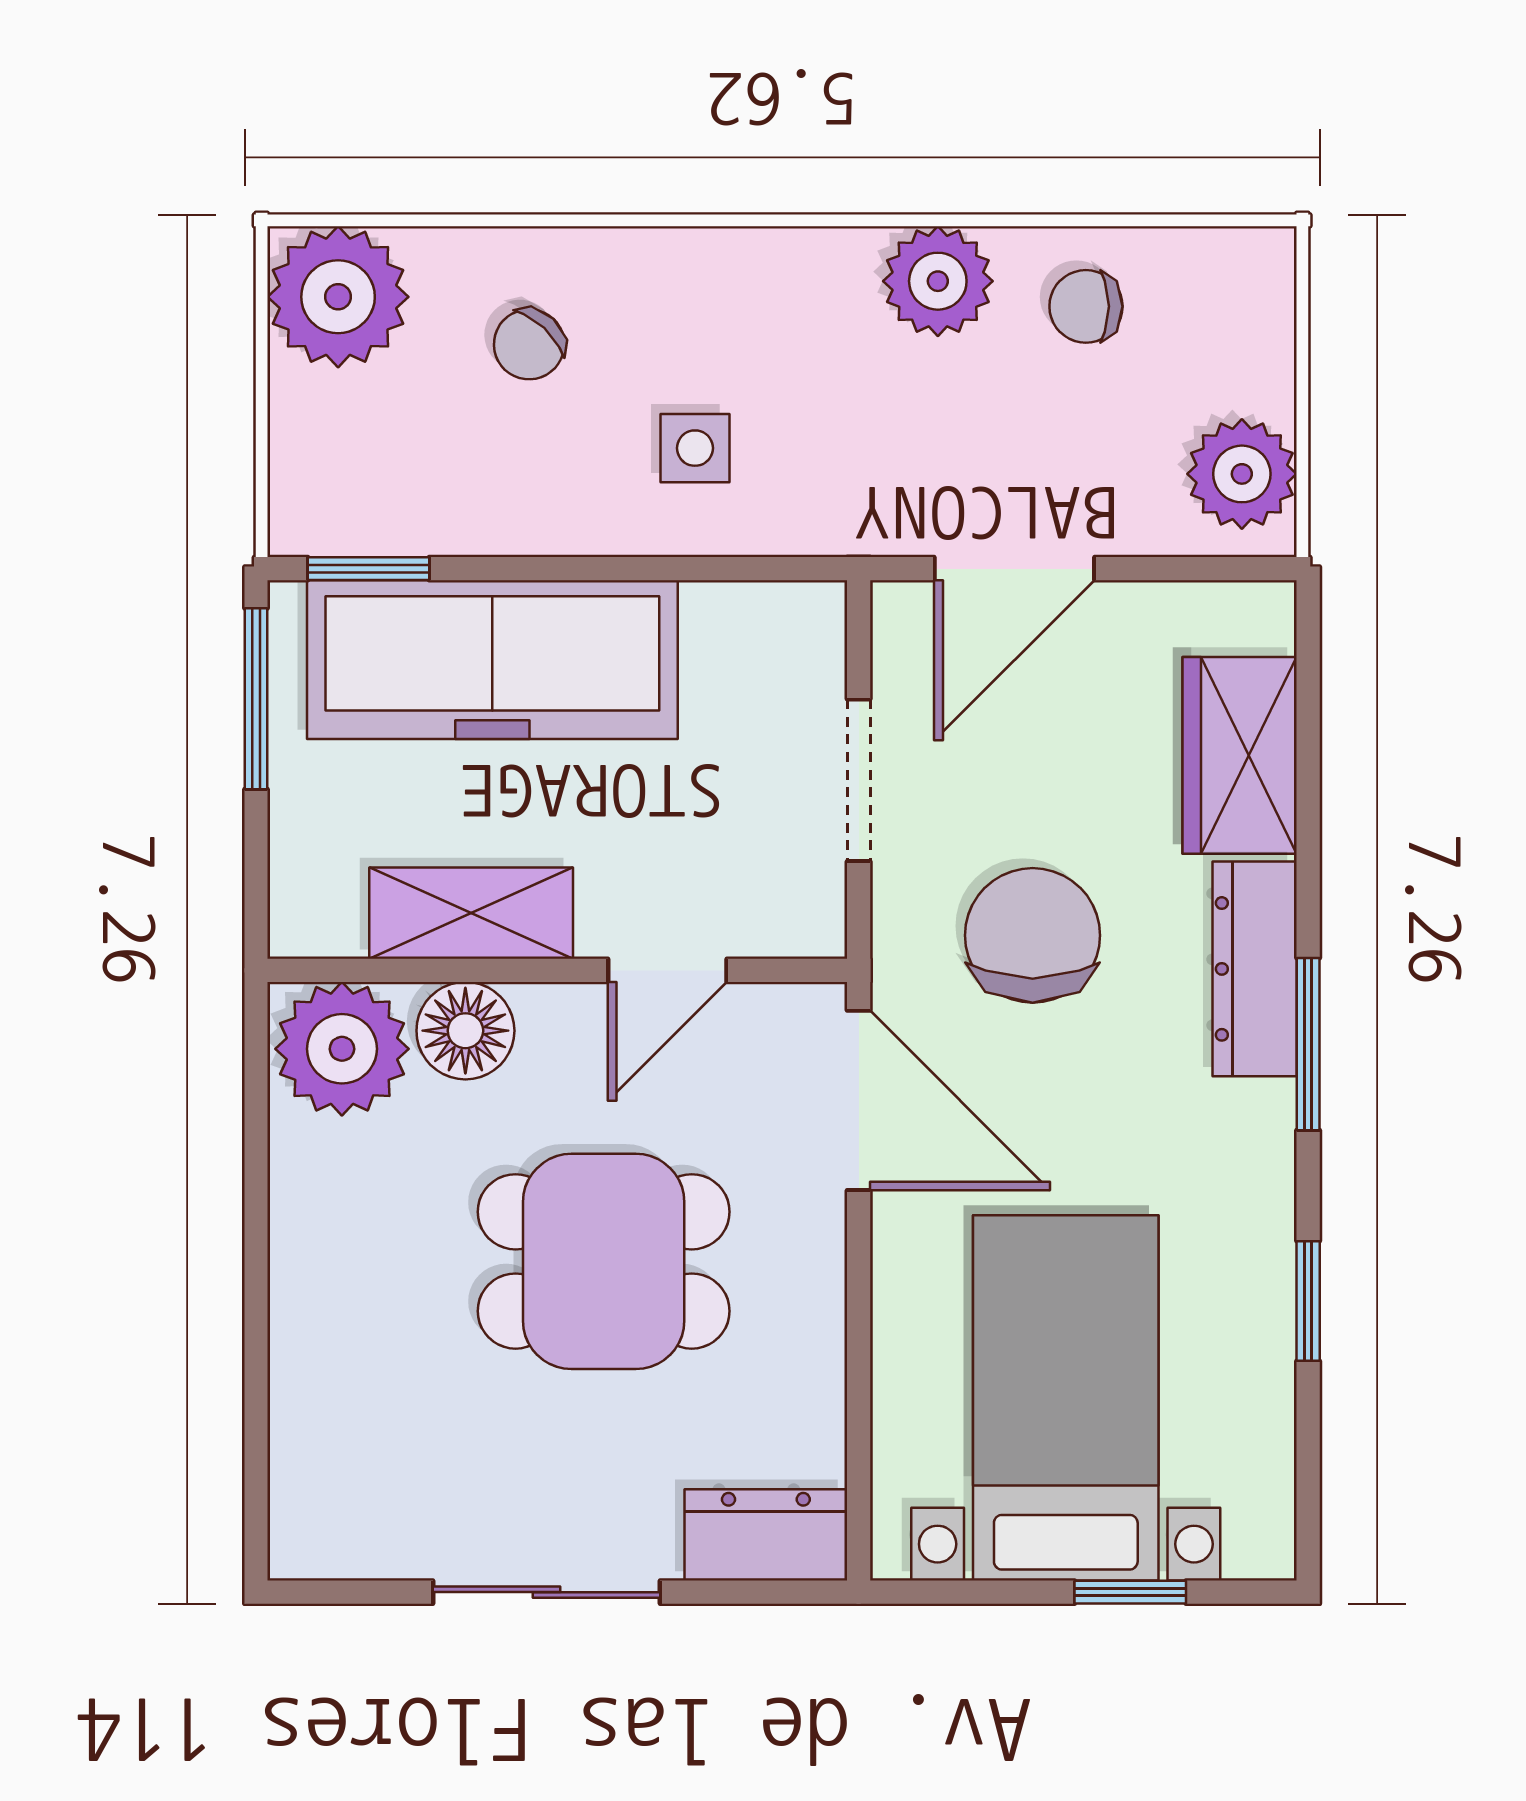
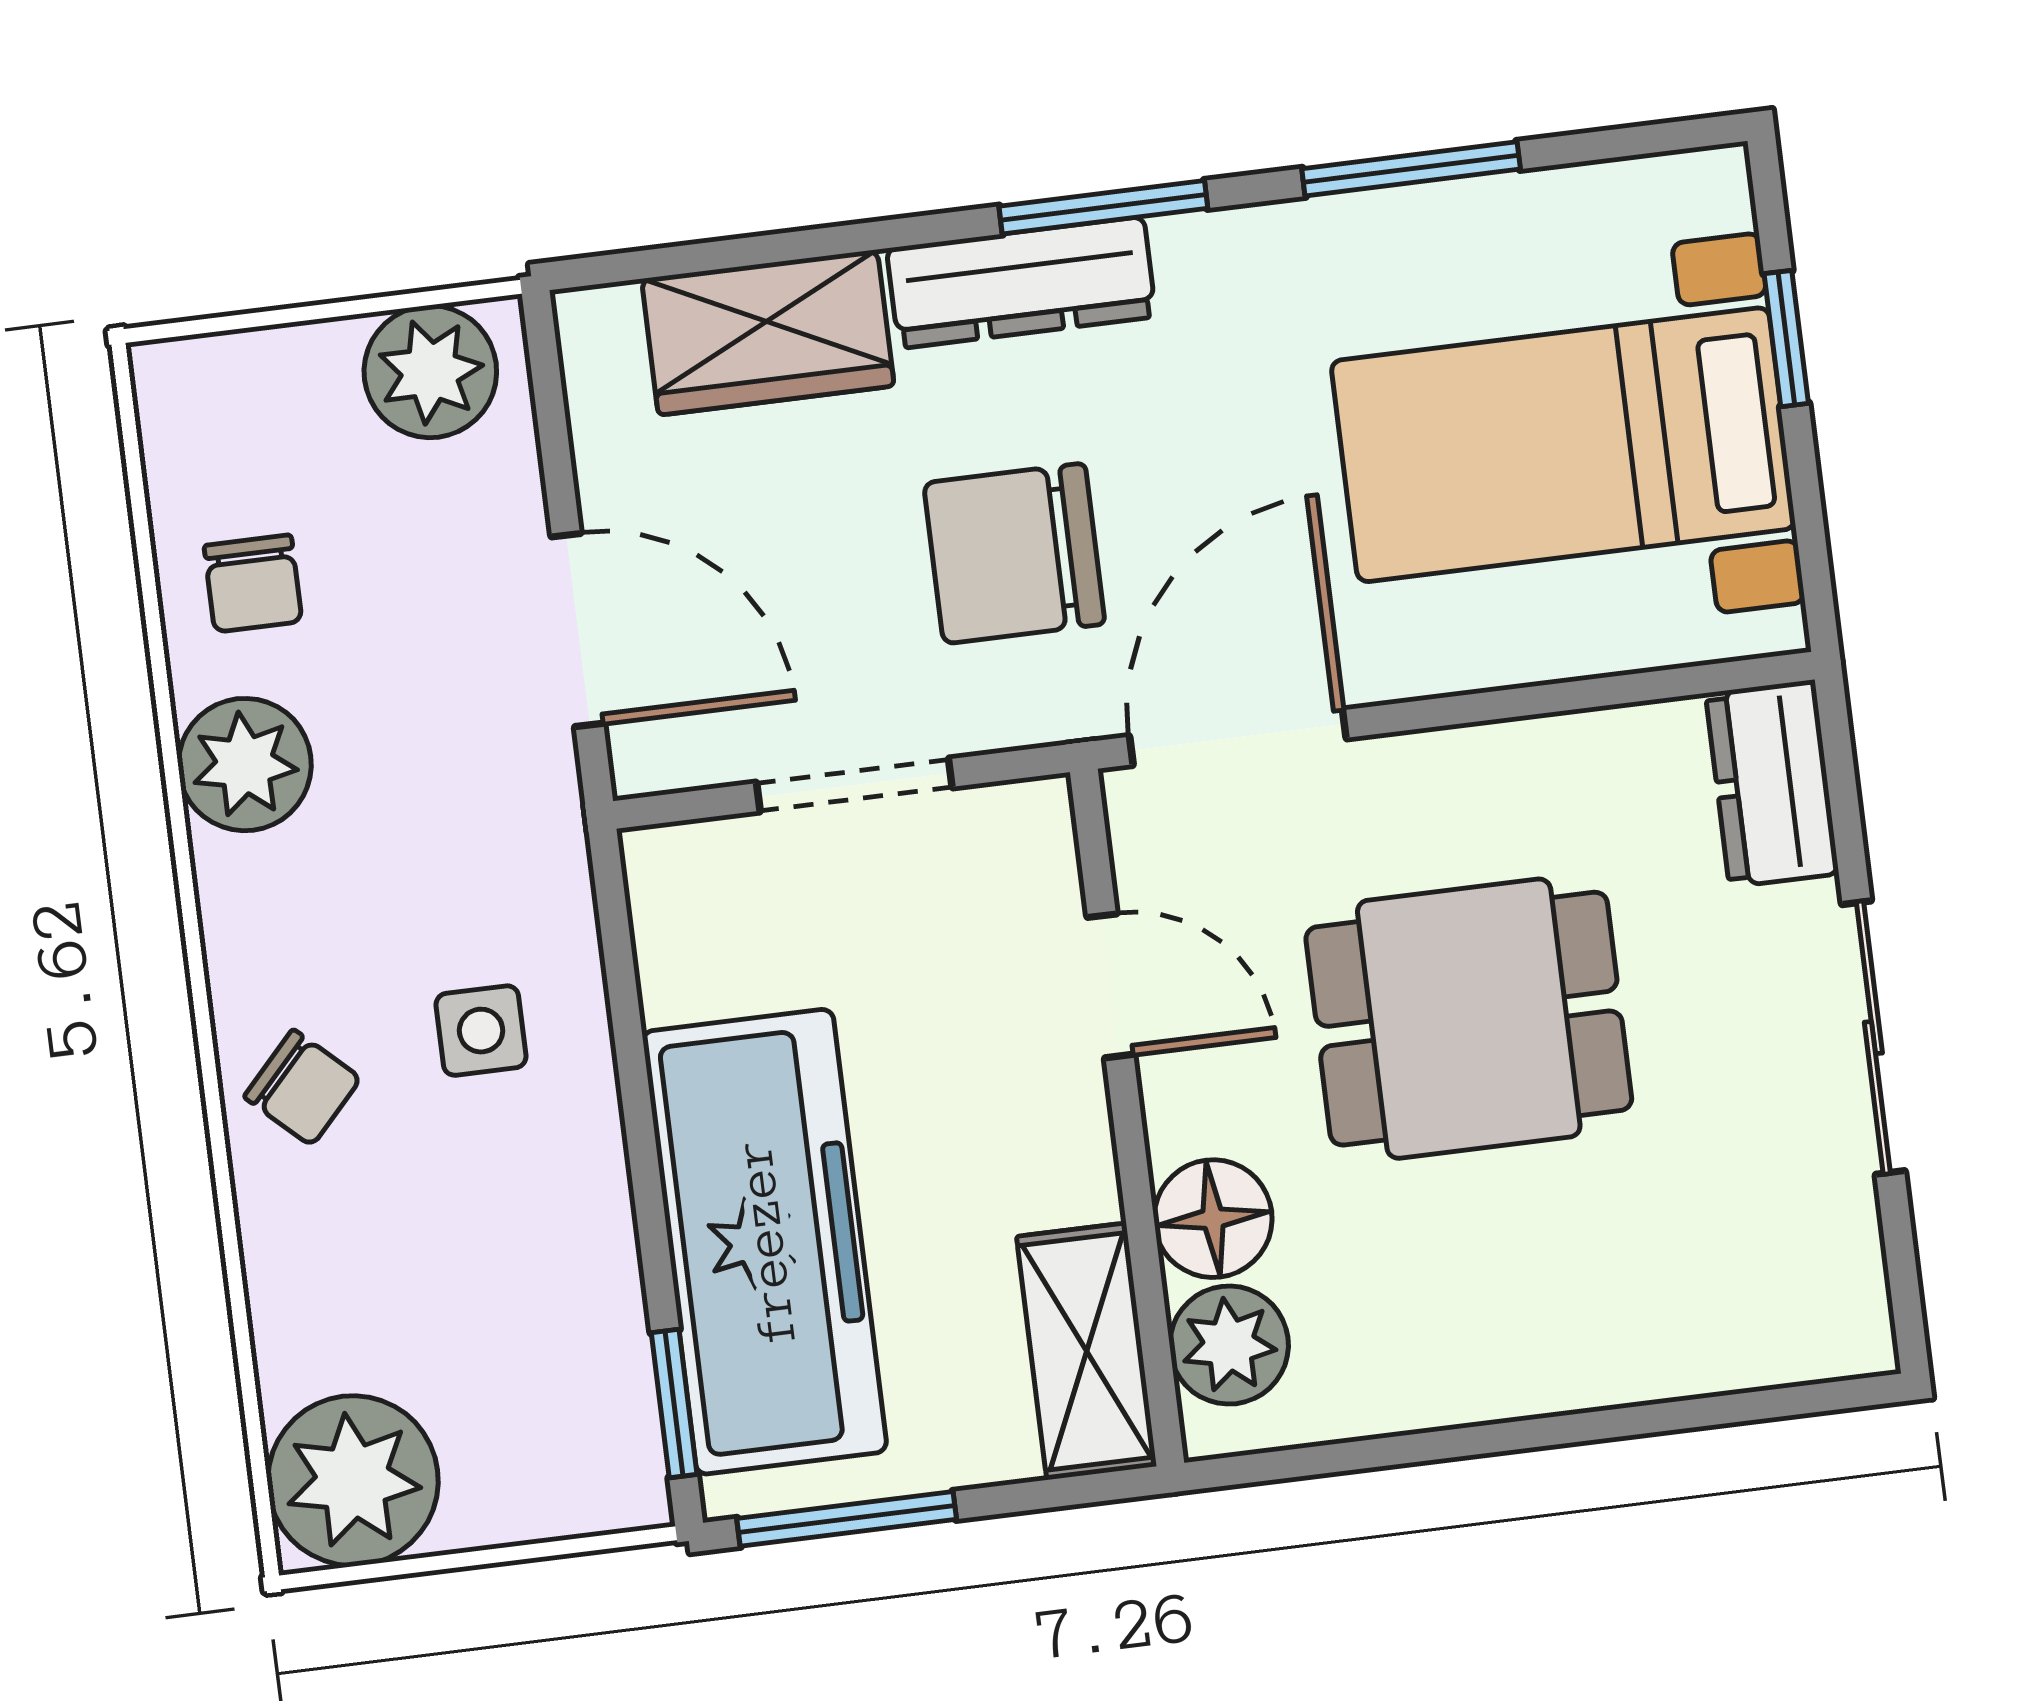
chair: (529, 344) -> (302, 1088), moved
shelving: (471, 913) -> (1087, 1351), moved
plant: (342, 1049) -> (1229, 1345), width x0.73, depth x0.73
dining table: (604, 1261) -> (1469, 1019), turned 90
window: (1308, 1301) -> (1411, 169), width x1.50

